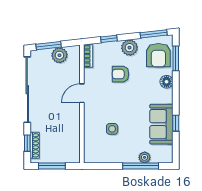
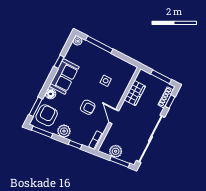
armchair: (120, 74) -> (88, 107), moved
door: (82, 93) -> (114, 117), swing flipped
sofa: (161, 124) -> (64, 77), moved
wardrobe: (72, 132) -> (135, 93), added
plant: (145, 157) -> (78, 41), moved

